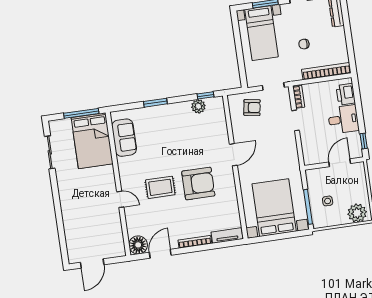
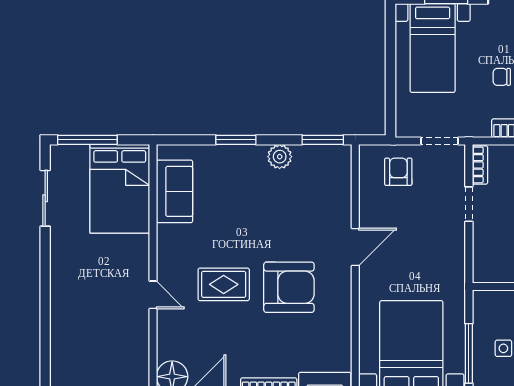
window: (206, 95) -> (323, 140), width x1.50
plant: (198, 106) -> (280, 157), moved
armchair: (252, 108) -> (398, 172), turned -99
window: (81, 113) -> (87, 140), moved

